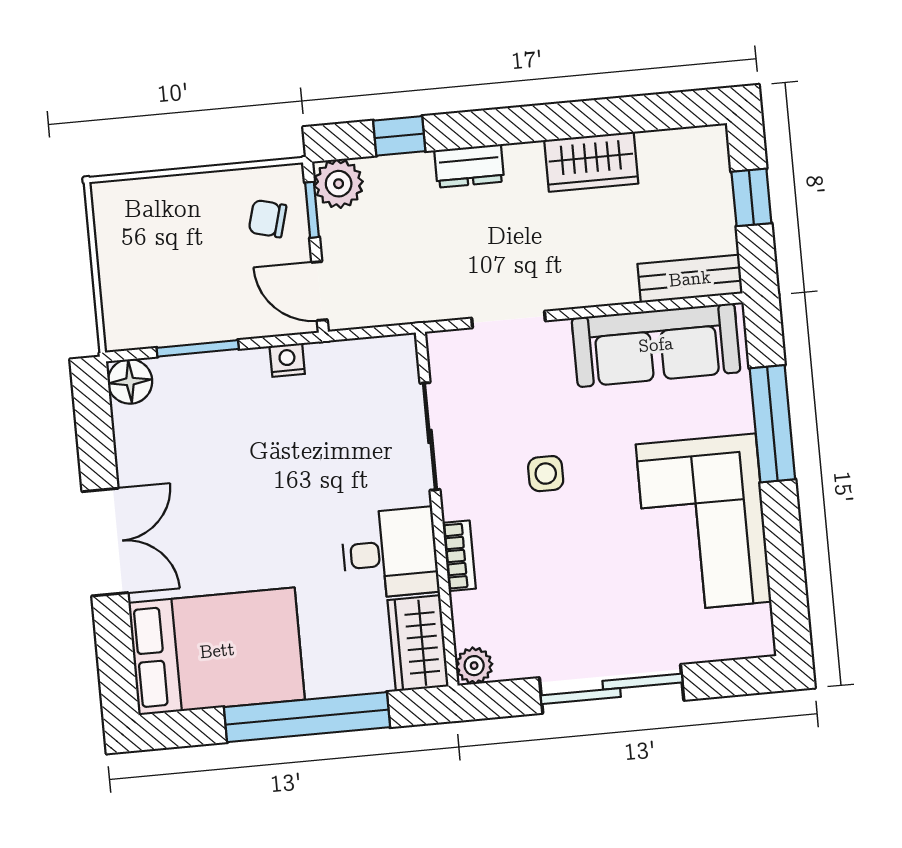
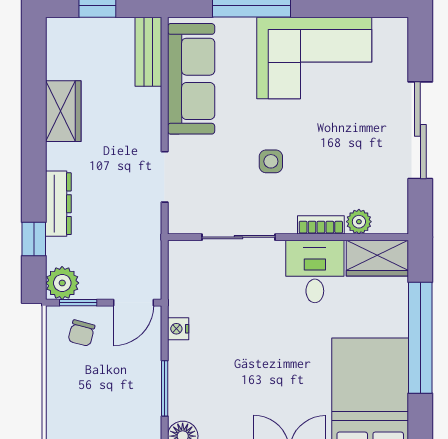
dresser: (469, 166) -> (58, 204), width x1.44
plant: (474, 666) -> (359, 222), moved

